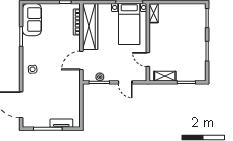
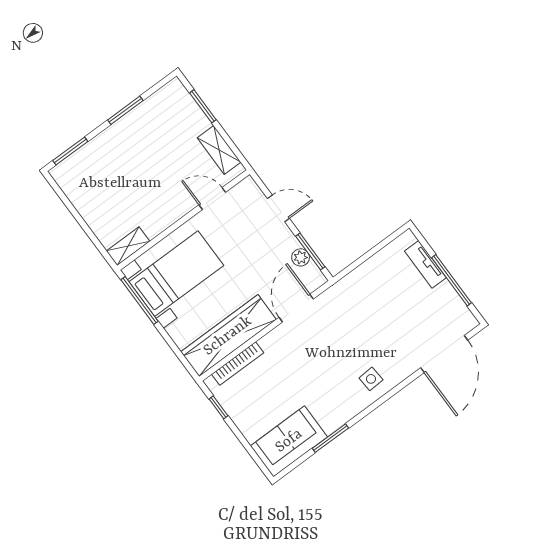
door: (148, 59) -> (212, 199), swing flipped
door: (81, 61) -> (296, 308), swing flipped
door: (125, 82) -> (278, 208), hinge flipped

